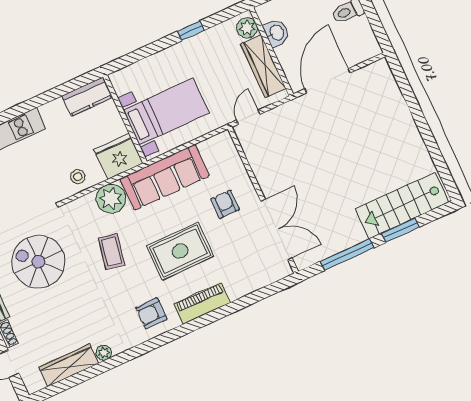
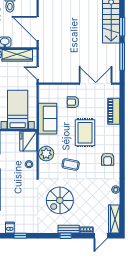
sofa: (165, 177) -> (48, 119), width x0.73
piano: (202, 303) -> (114, 111), moved
wardrobe: (69, 365) -> (114, 219), moved

